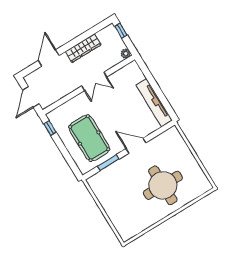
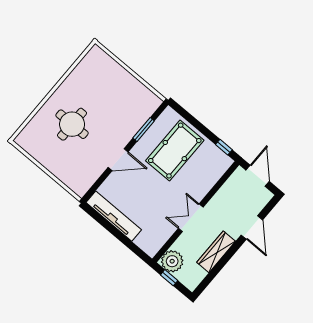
window: (121, 31) -> (169, 278), moved
plant: (126, 54) -> (172, 261), width x1.87, depth x1.87
pool table: (89, 138) -> (175, 151), turned 90
round table: (163, 185) -> (72, 124), width x0.73, depth x0.73

